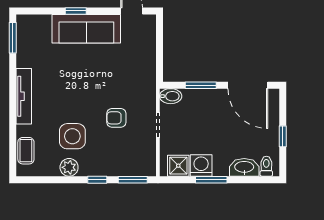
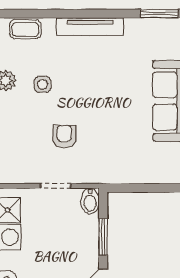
side table: (72, 136) -> (43, 84), width x0.54, depth x0.54

